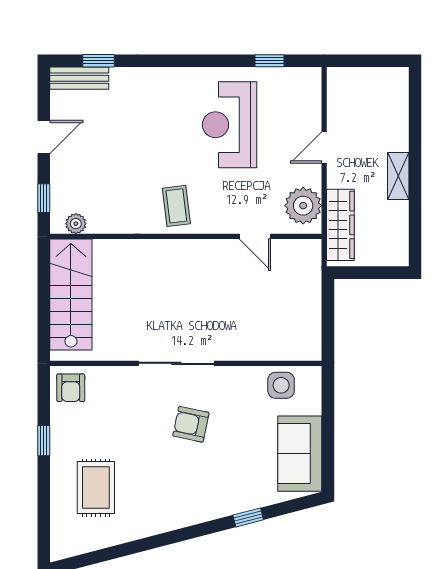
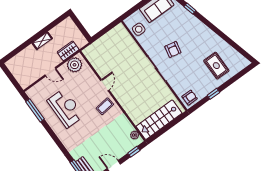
window: (270, 61) -> (35, 110), width x2.17
reception desk: (230, 125) -> (66, 108), turned -90
wardrobe: (340, 225) -> (68, 51), width x0.67
door: (255, 236) -> (105, 85), moved
rug: (96, 488) -> (216, 66), turned 90

